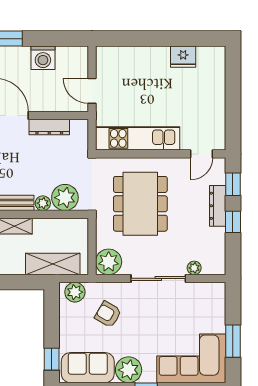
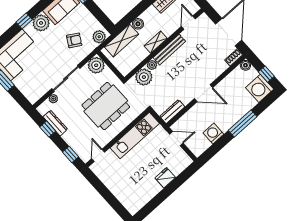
fridge: (183, 57) -> (165, 178), moved
dresser: (49, 127) -> (172, 112), moved
dining table: (140, 204) -> (106, 106), turned 90
dresser: (218, 206) -> (55, 123), moved
window: (233, 222) -> (48, 129), moved
boiler: (16, 266) -> (138, 24), added

